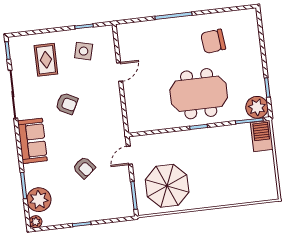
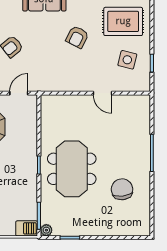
rug: (46, 60) -> (123, 21), width x1.36, depth x1.43
plant: (257, 107) -> (46, 230), width x0.53, depth x0.53
barbecue: (262, 136) -> (27, 228), width x0.73, depth x0.79
door: (129, 155) -> (19, 93), hinge flipped

